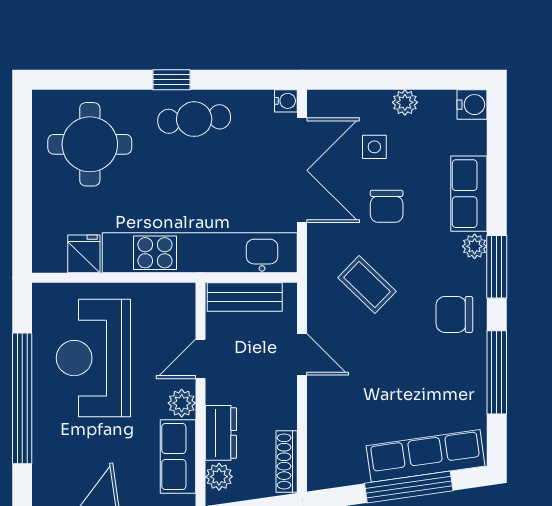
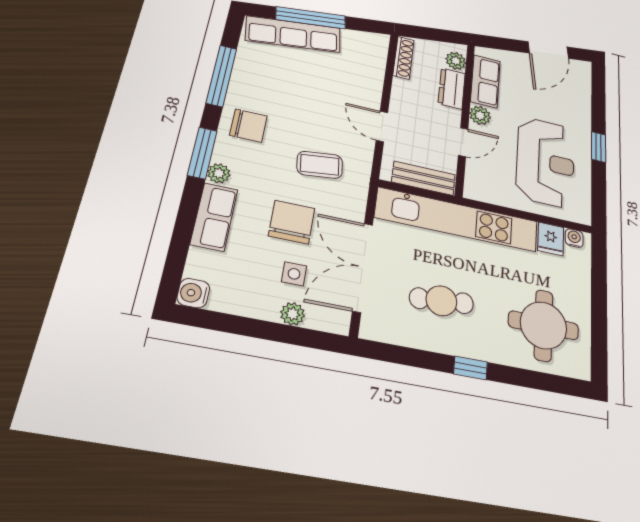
water cooler: (286, 101) -> (574, 238), moved, turned 90
plant: (405, 102) -> (293, 314), moved
cafe table: (194, 119) -> (441, 301), moved
chair: (387, 206) -> (292, 222), width x1.37, depth x1.37
coffee table: (367, 284) -> (320, 165), turned -51
window: (22, 398) -> (599, 147), width x0.32

